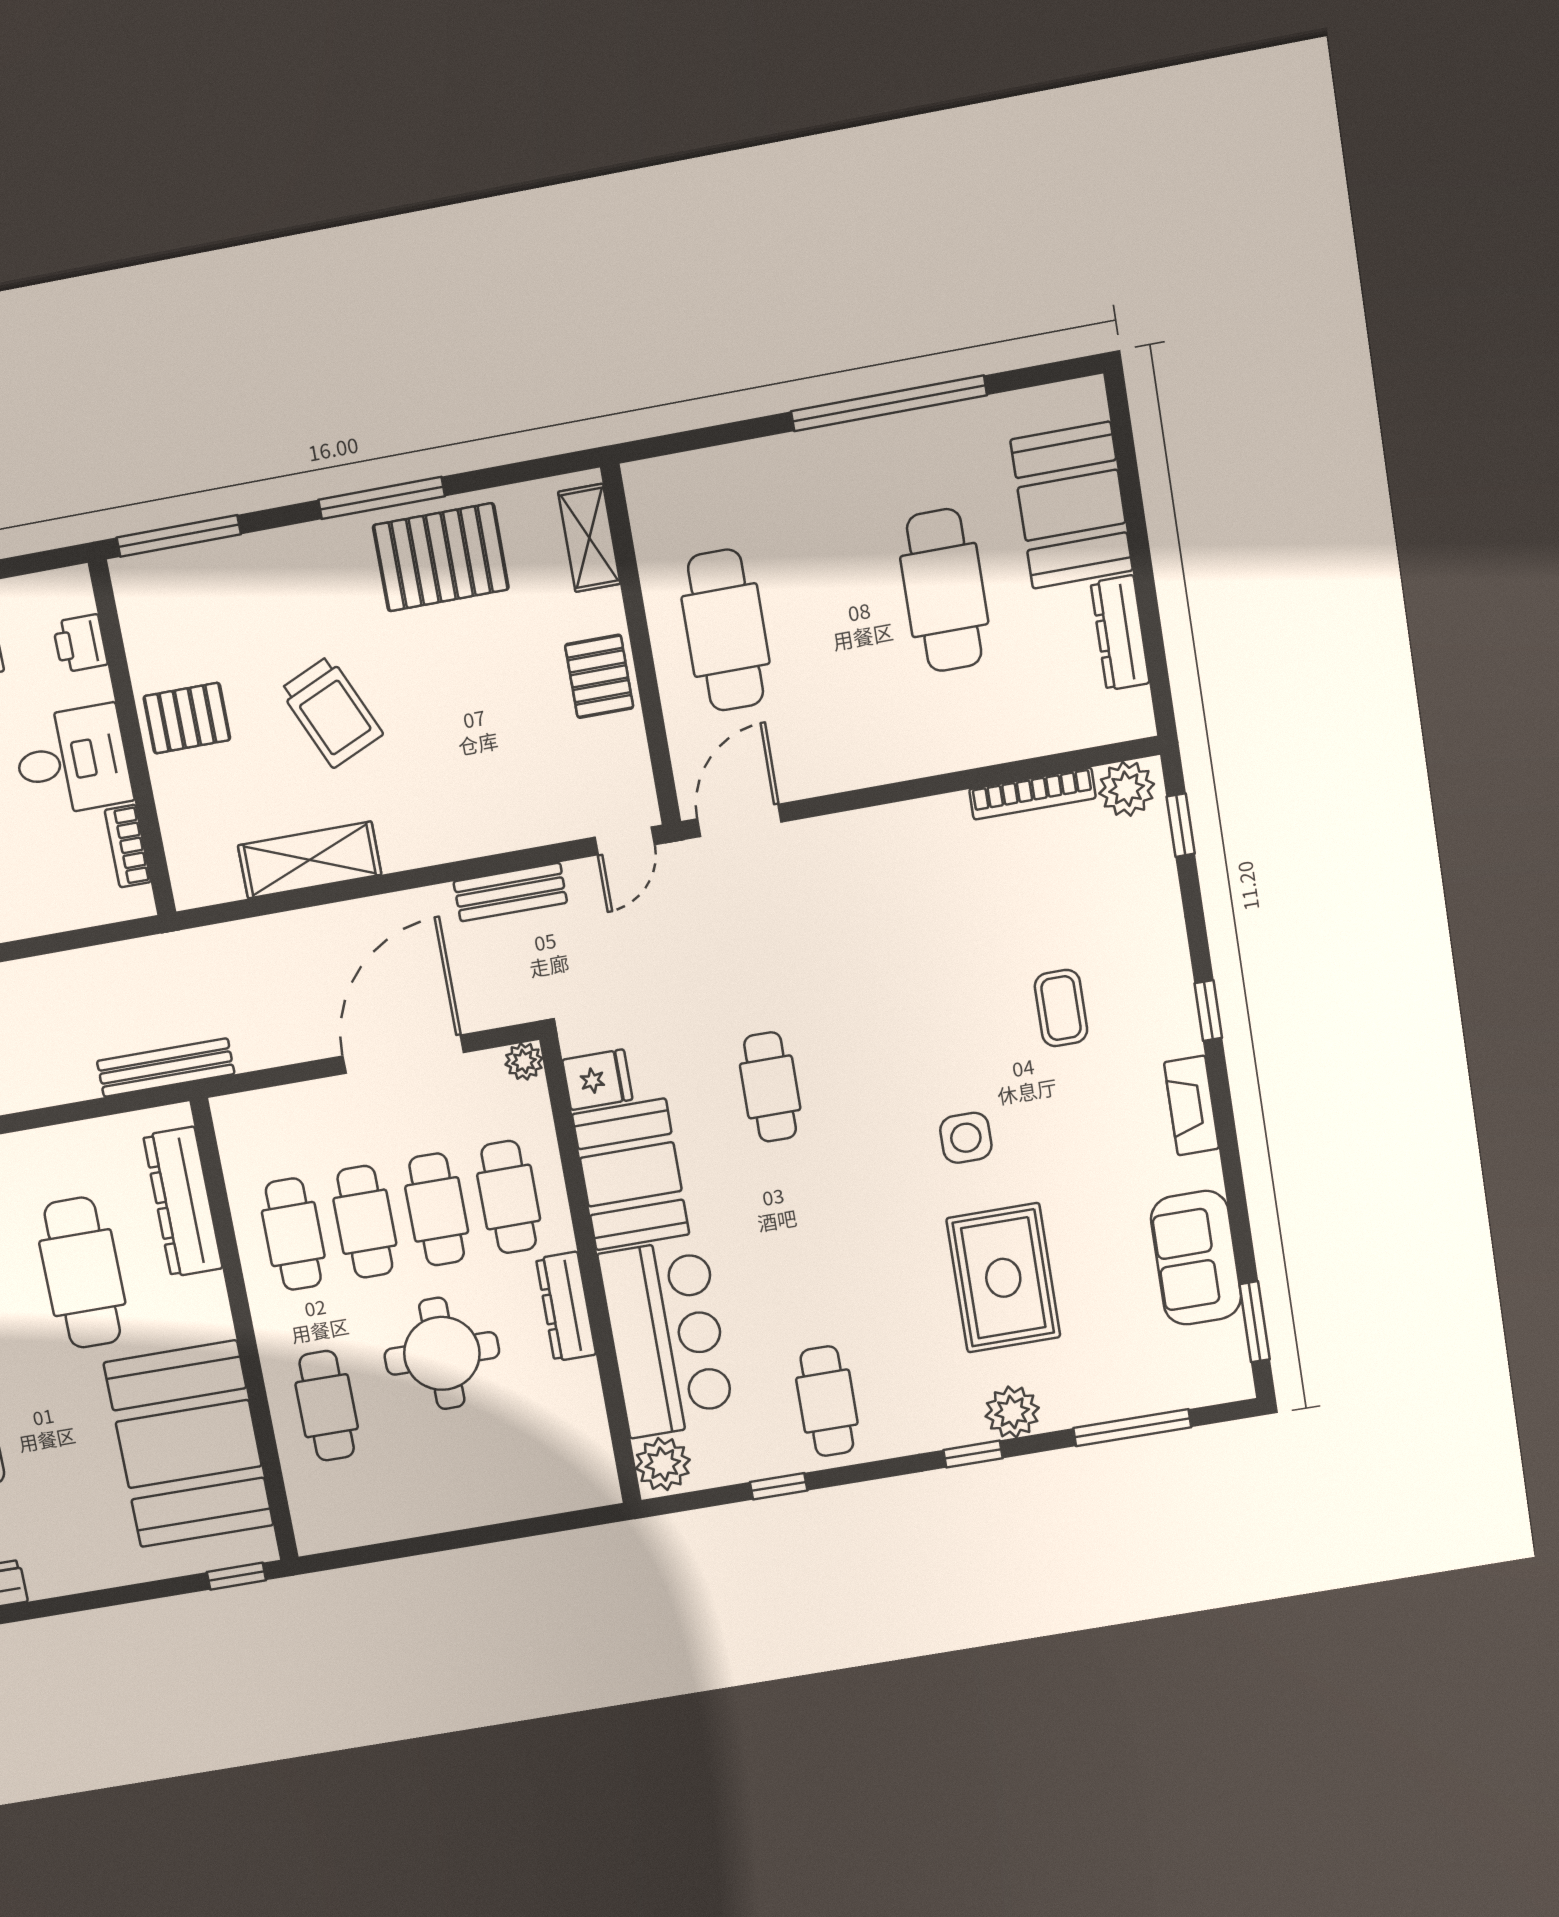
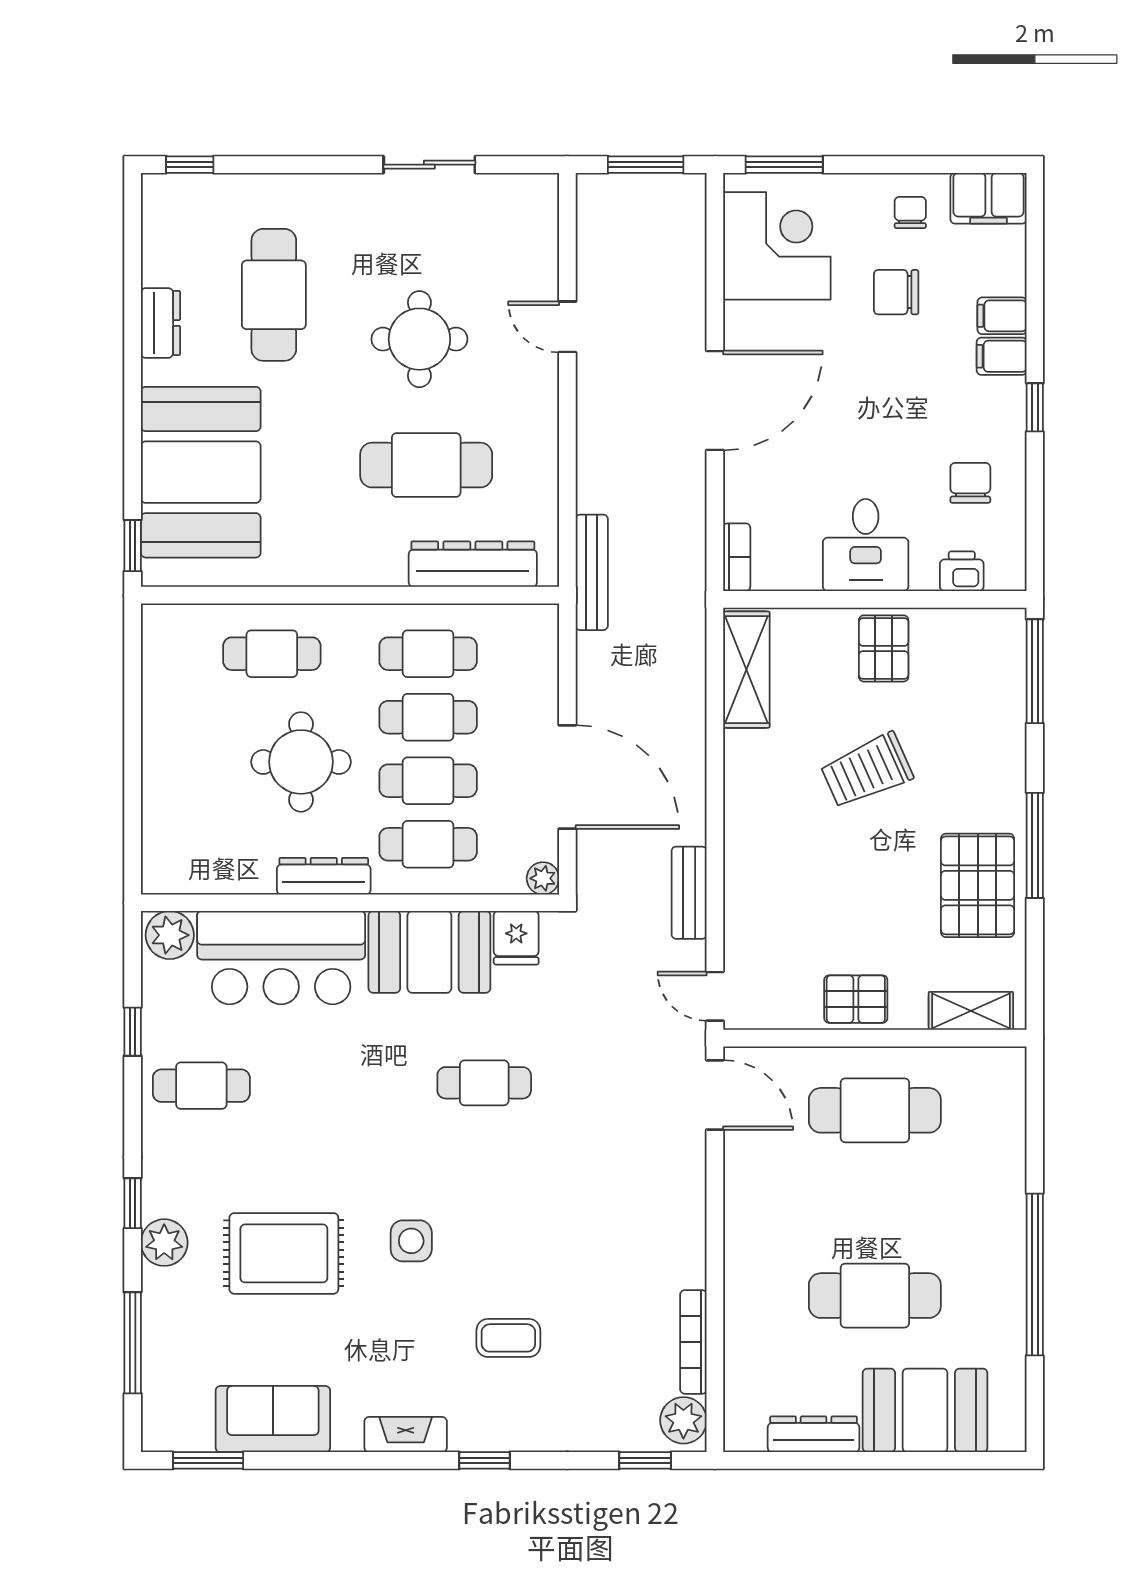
bookcase: (128, 846) -> (737, 557), moved, turned 90
shelving: (310, 860) -> (746, 670), moved
booth: (189, 1444) -> (201, 472), moved, turned 90

